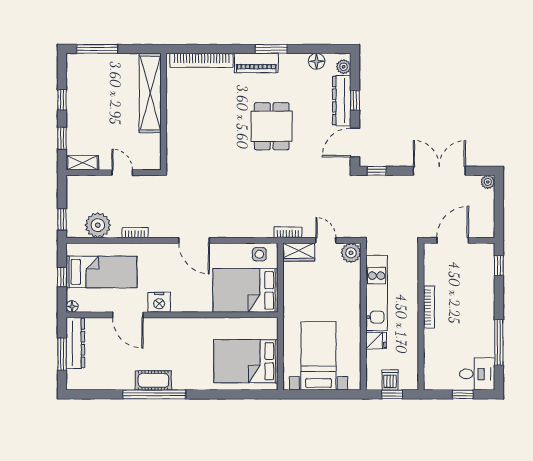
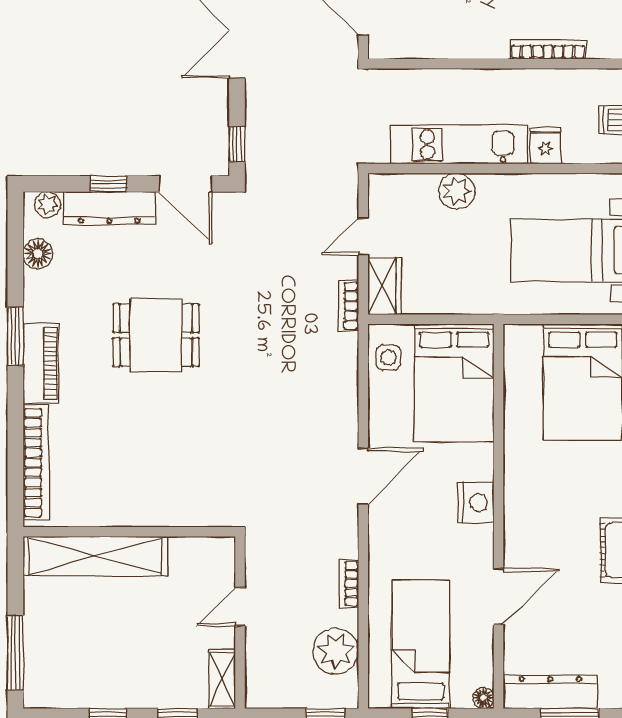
plant: (351, 253) -> (457, 191), moved
nightstand: (159, 302) -> (476, 503), moved
bookcase: (429, 307) -> (548, 49), moved

